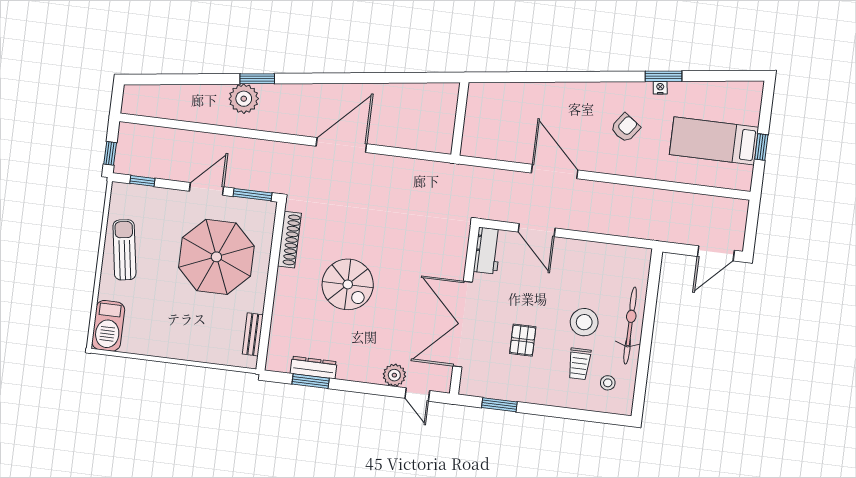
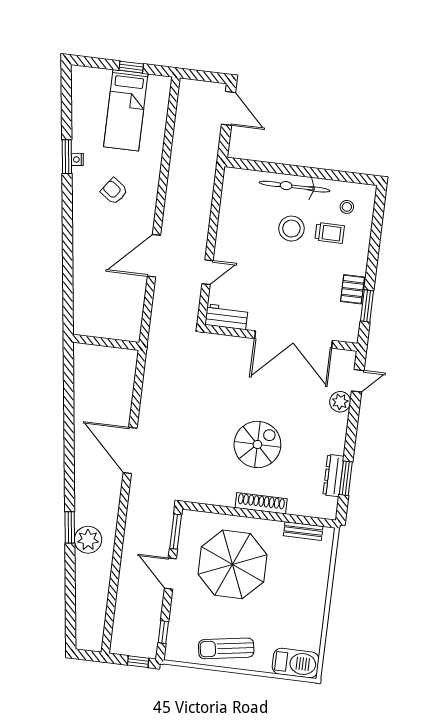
door: (537, 230) -> (207, 272), width x0.73
shoe rack: (289, 240) -> (261, 503), moved
pallet: (523, 340) -> (352, 289), moved, turned 90

